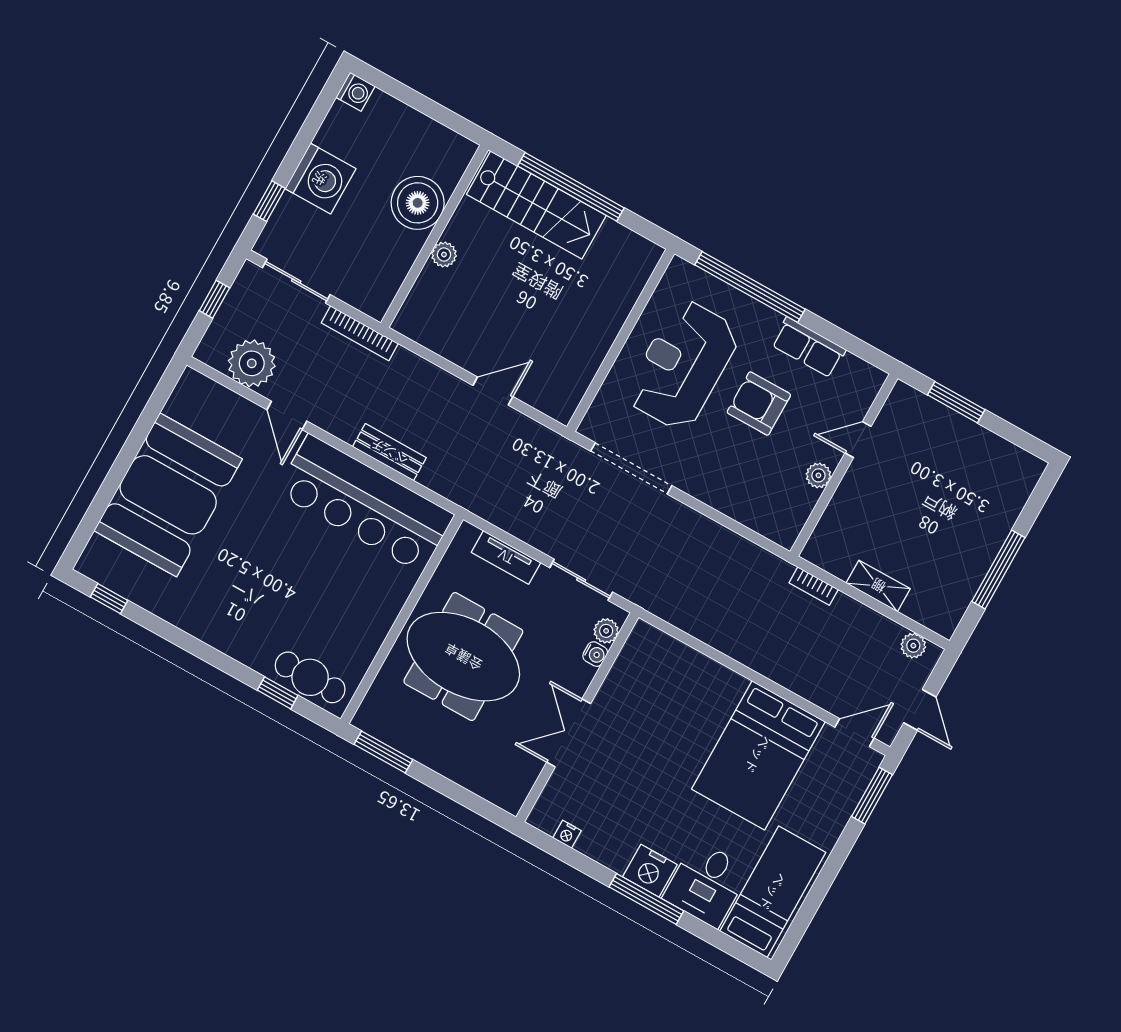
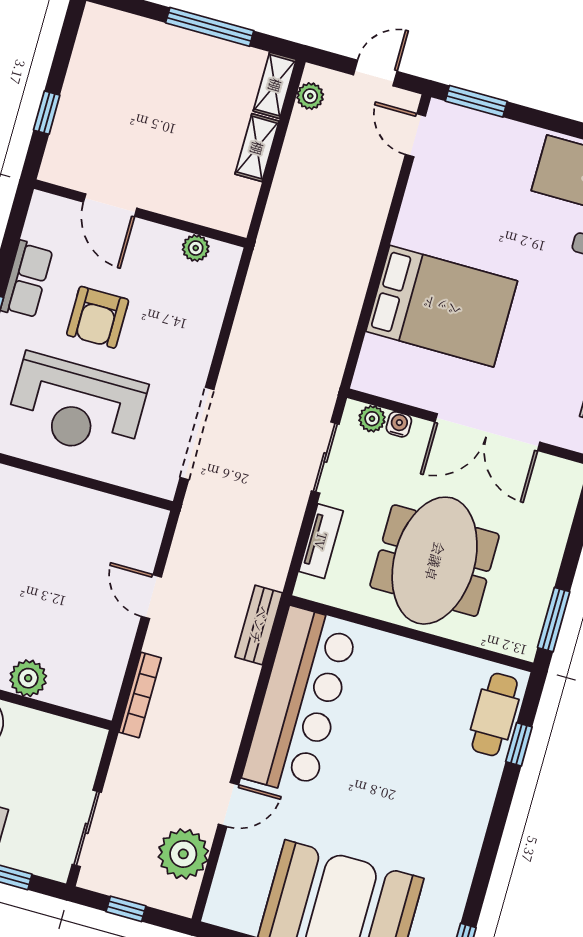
plant: (444, 255) -> (28, 678), width x1.38, depth x1.38
bookcase: (360, 333) -> (140, 695), moved
window: (956, 402) -> (47, 113), width x0.67
door: (858, 440) -> (110, 205), width x1.38
bench: (389, 452) -> (259, 625), moved
plant: (818, 475) -> (196, 248), moved
bookcase: (814, 586) -> (273, 215), removed
shelving: (931, 616) -> (275, 85), added
double door: (569, 733) -> (487, 432), width x1.37
bed: (758, 755) -> (442, 306), moved

